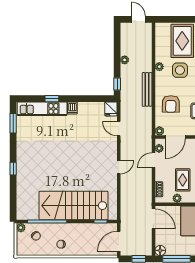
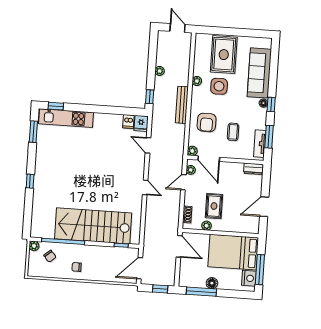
window: (52, 99) -> (56, 106), moved
dishwasher: (72, 108) -> (128, 121), moved
door: (175, 137) -> (209, 159), hinge flipped
door: (119, 167) -> (145, 187), hinge flipped
floor lamp: (160, 250) -> (212, 283), moved

